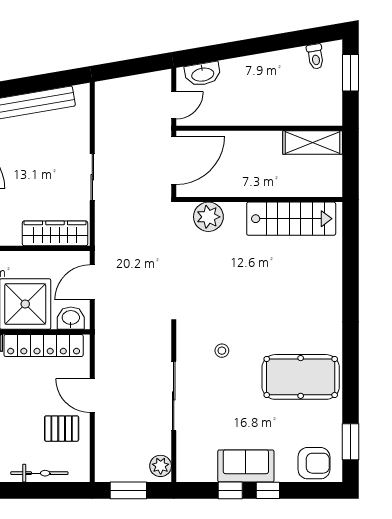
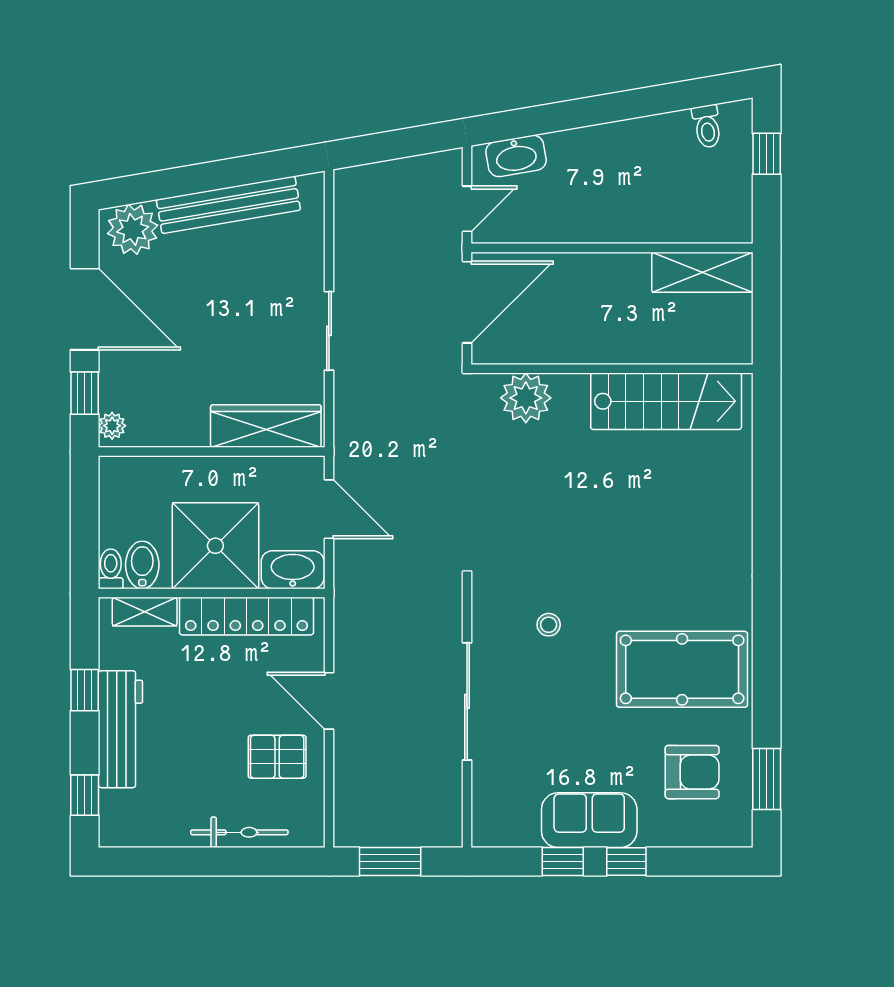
window: (351, 73) -> (767, 154), width x0.67
door: (92, 282) -> (329, 509), swing flipped
washbasin: (71, 318) -> (293, 570), width x1.38
armchair: (314, 463) -> (692, 772), moved
plant: (161, 466) -> (445, 820), removed

